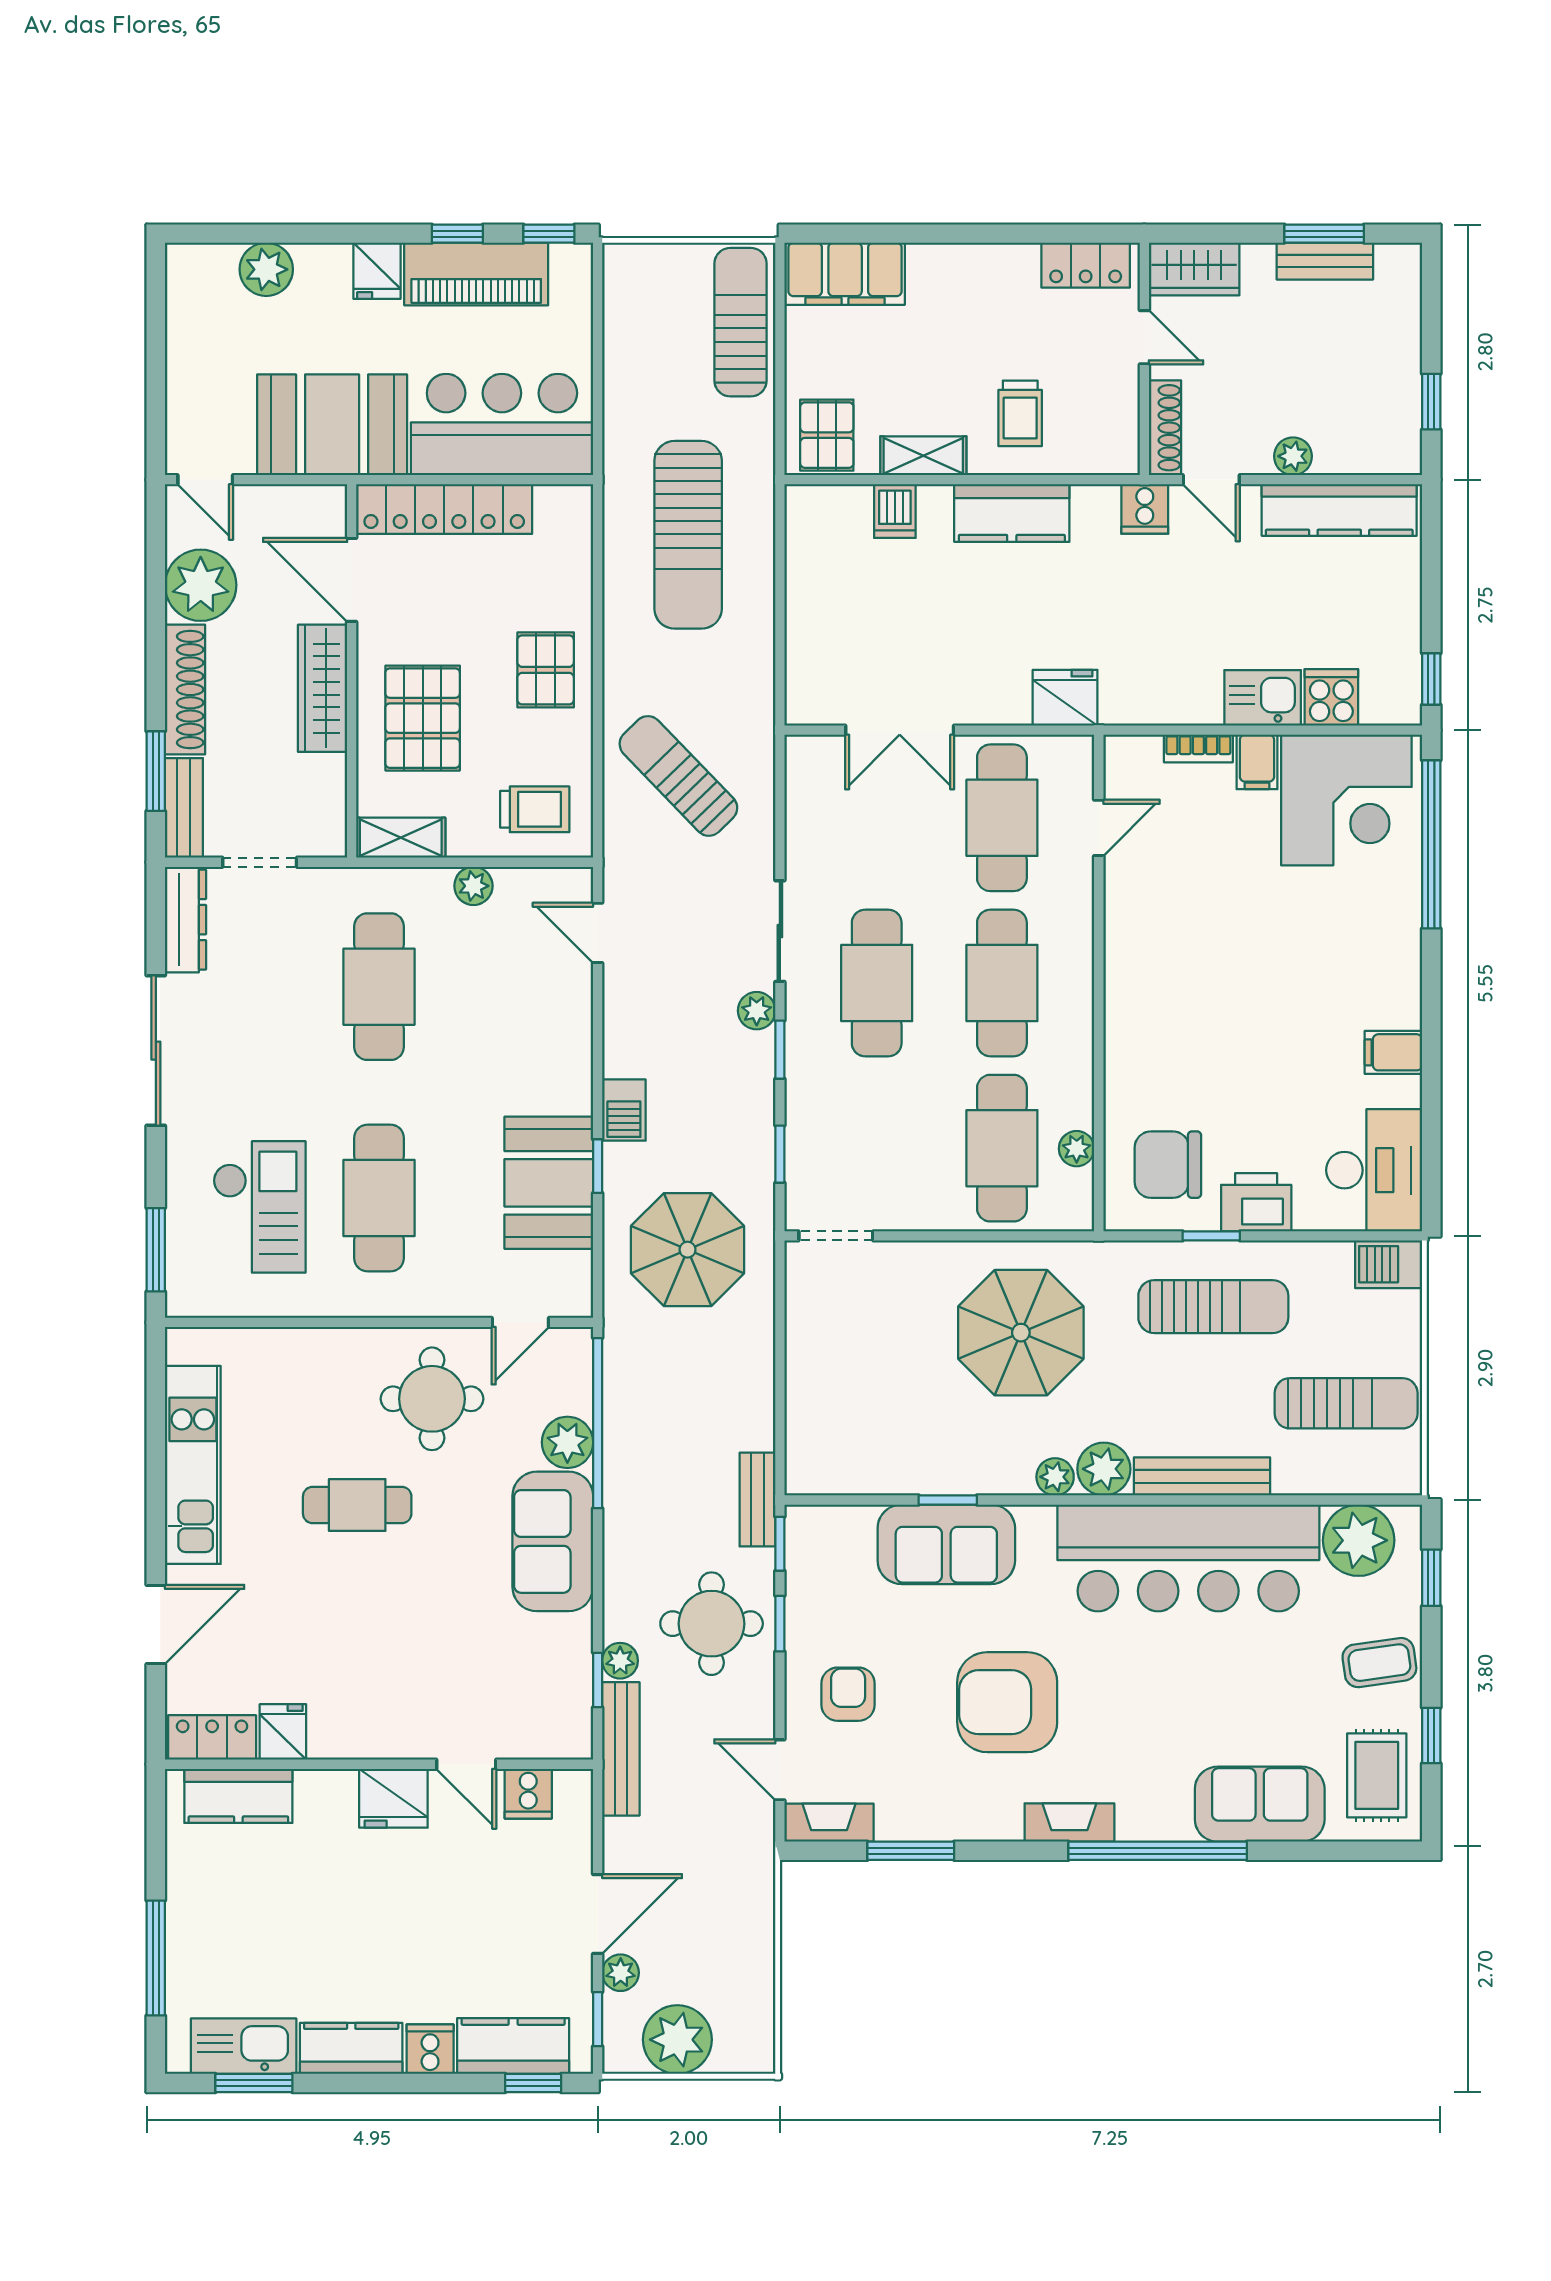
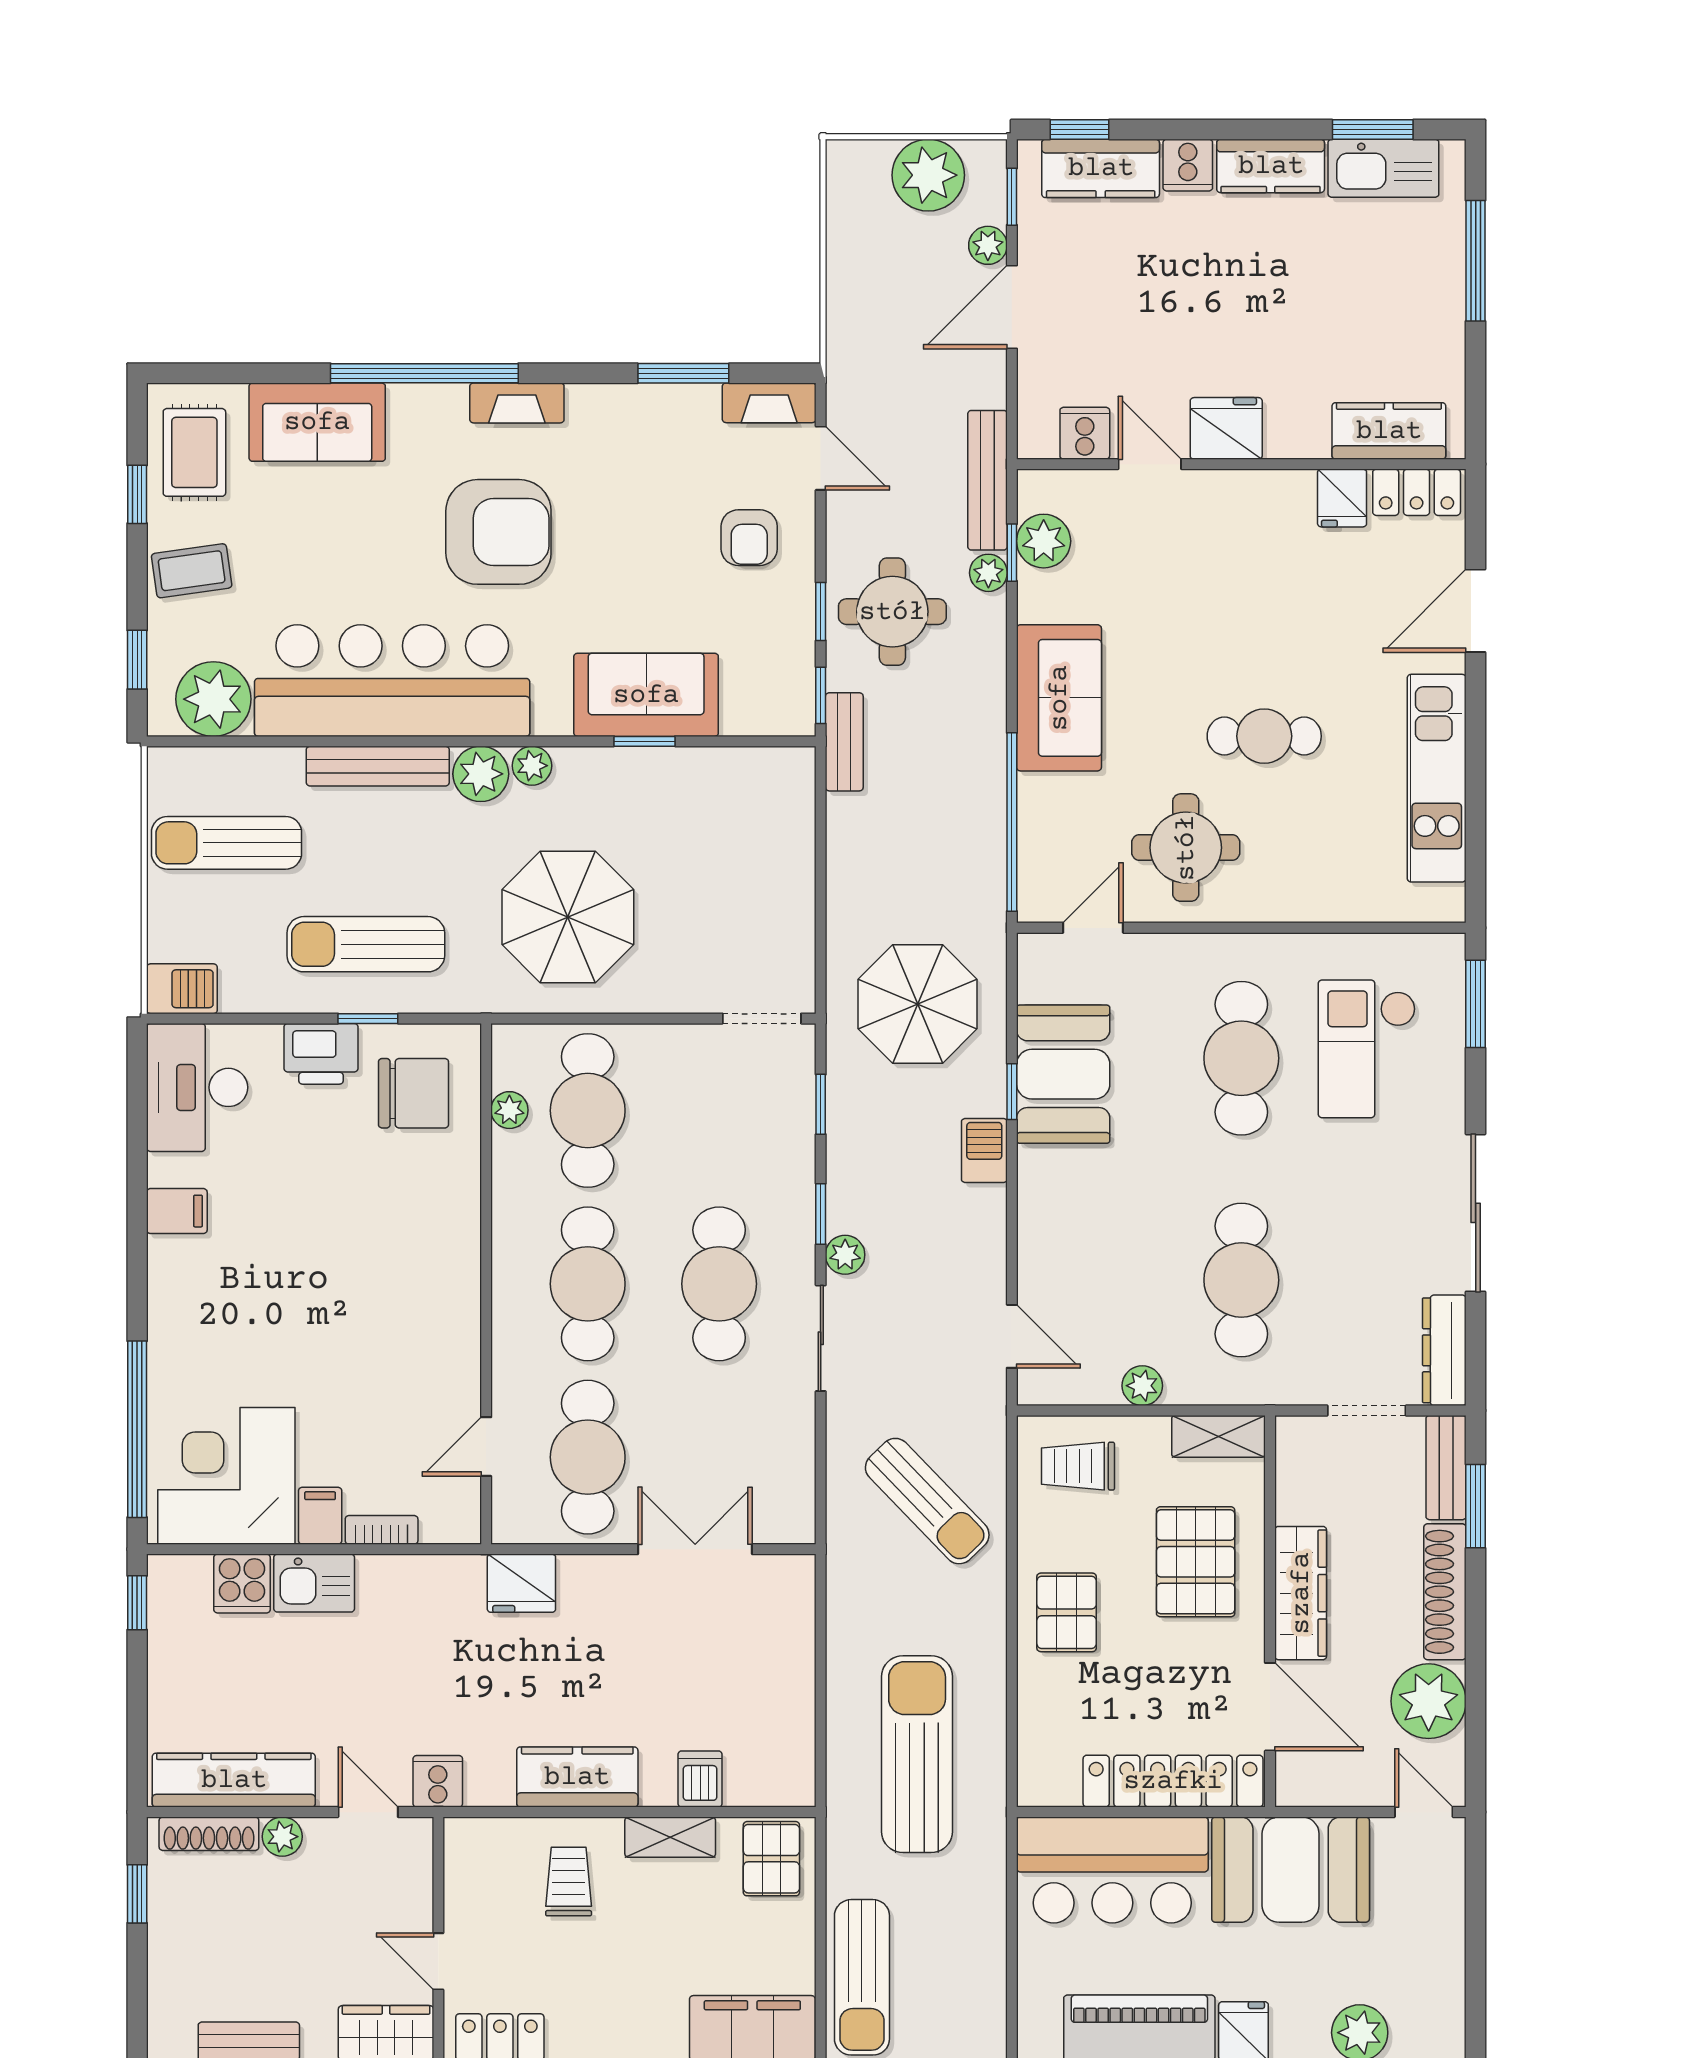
shoe rack: (1165, 428) -> (209, 1834), moved, turned -90
plant: (567, 1442) -> (1044, 541), moved
armchair: (1007, 1702) -> (498, 532), moved

